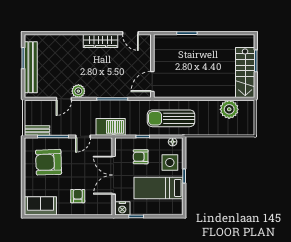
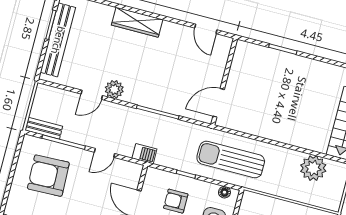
wardrobe: (101, 41) -> (137, 22), moved
barbecue: (111, 127) -> (144, 154), width x0.53, depth x0.65

